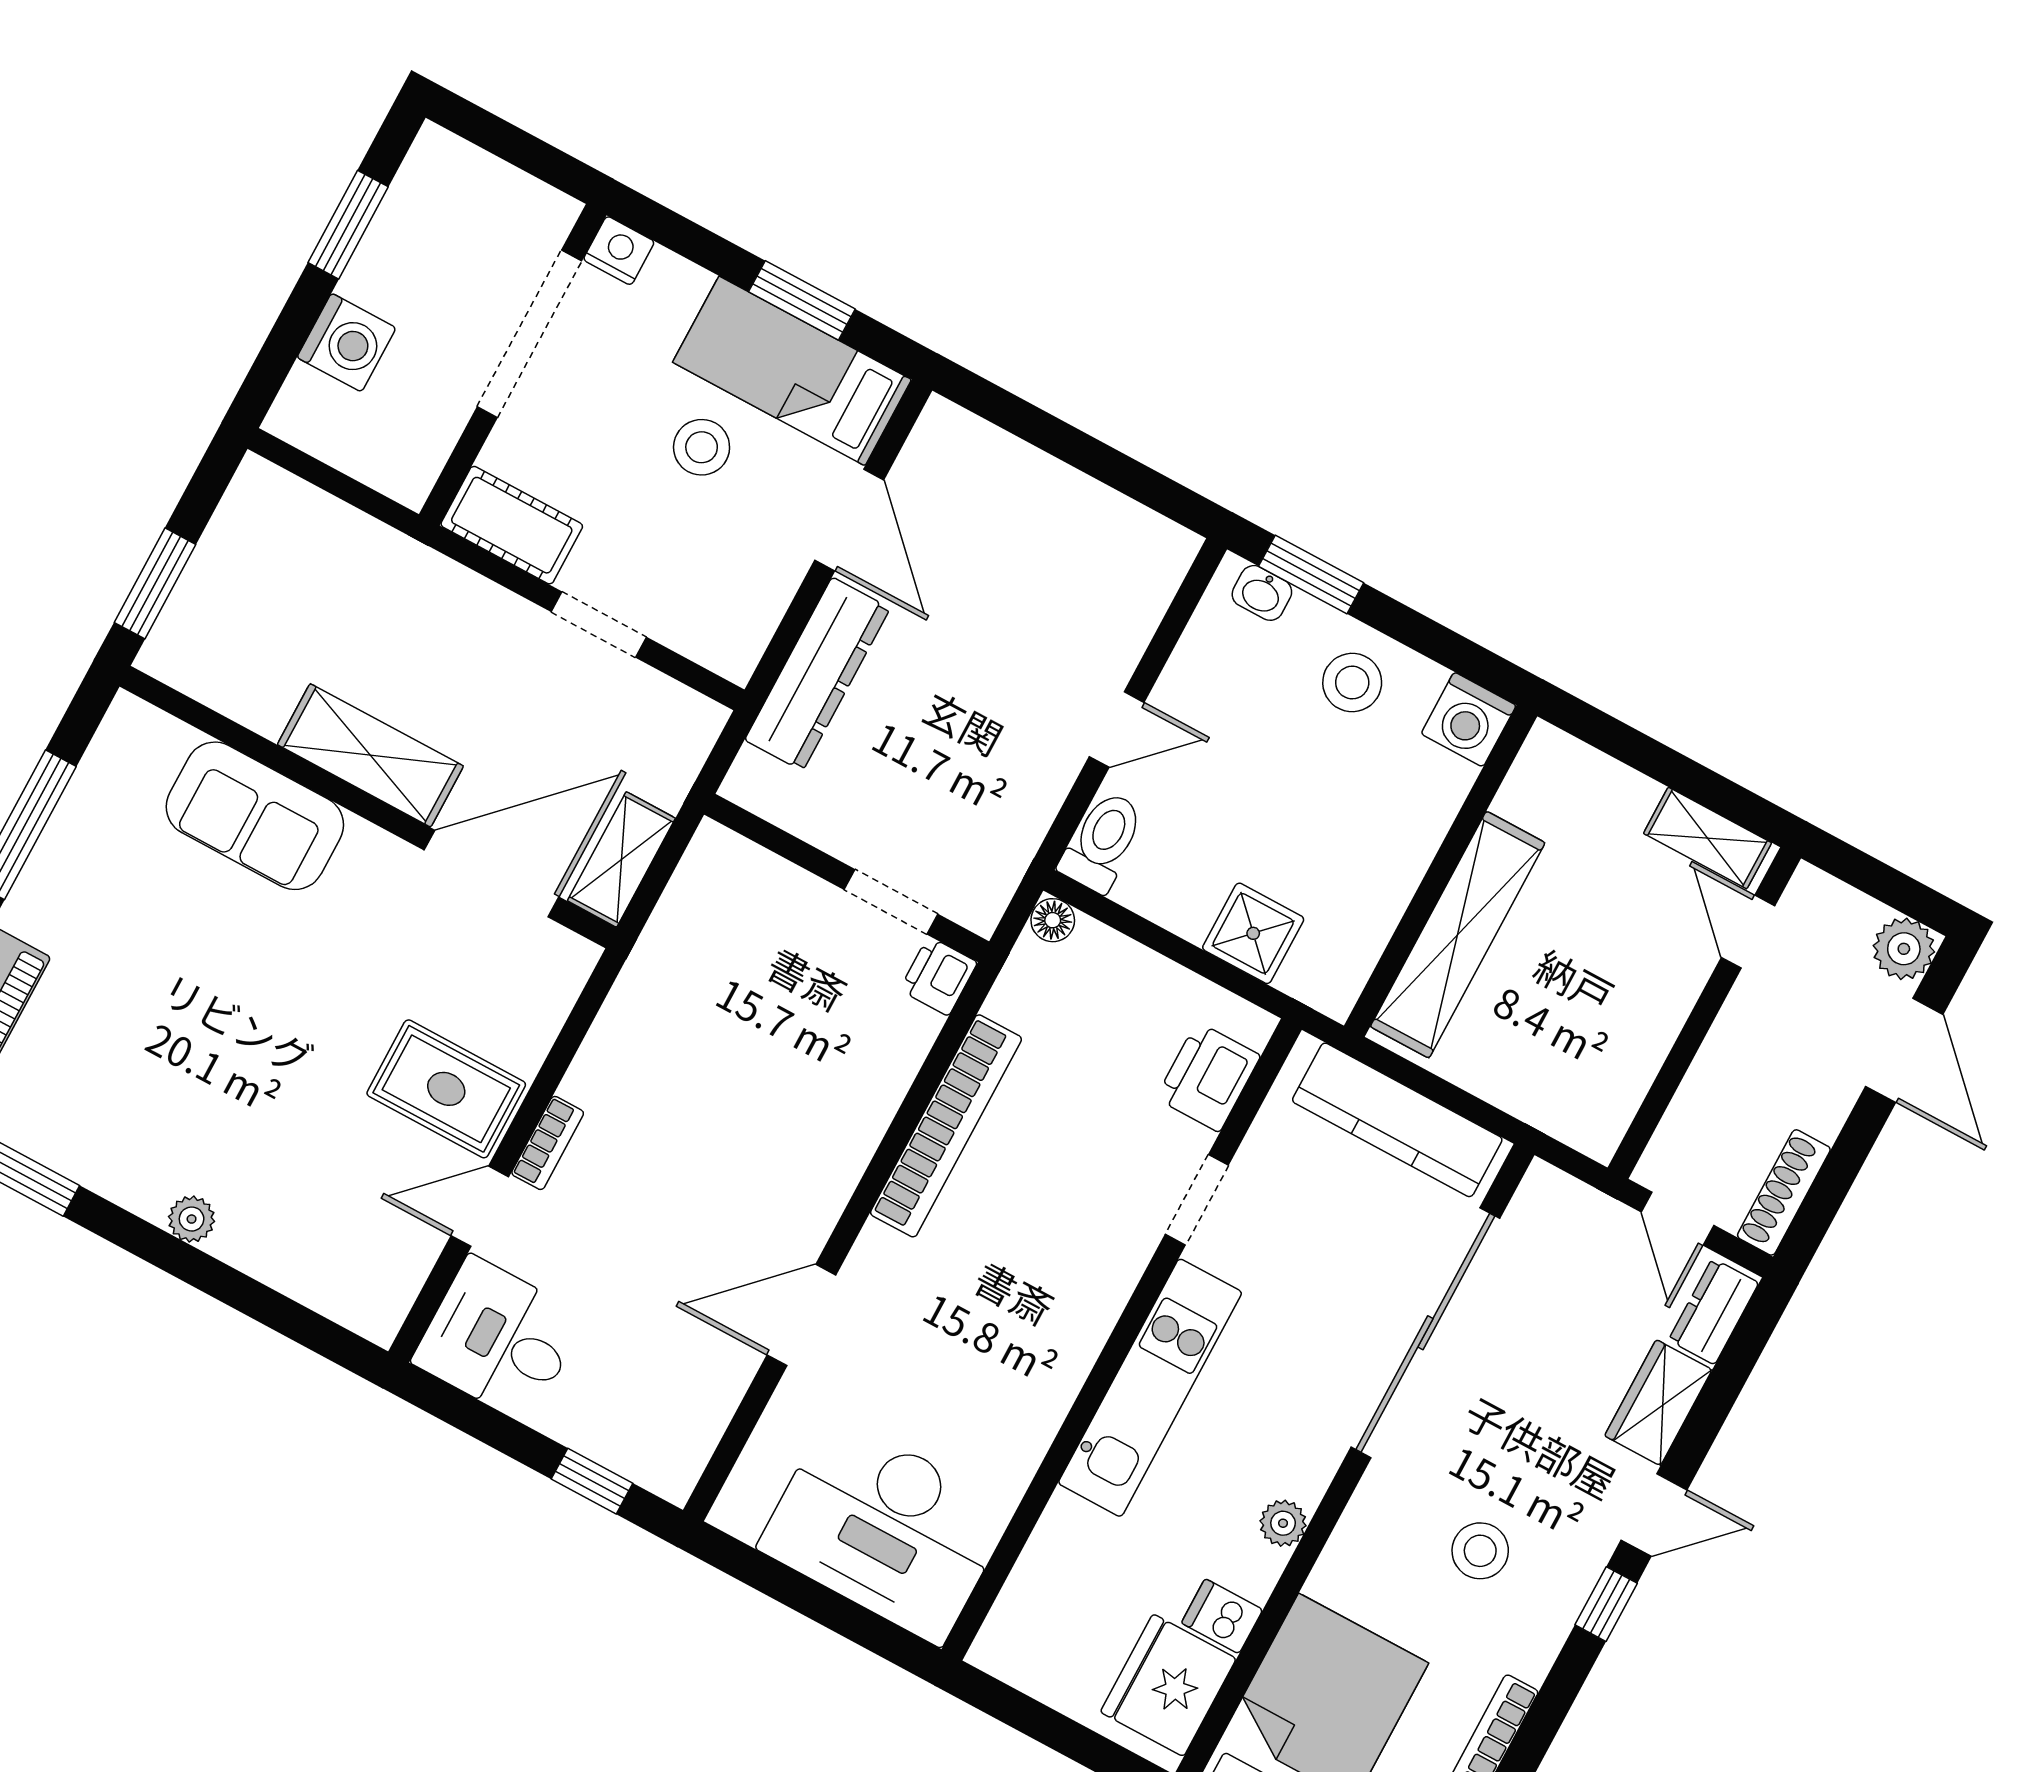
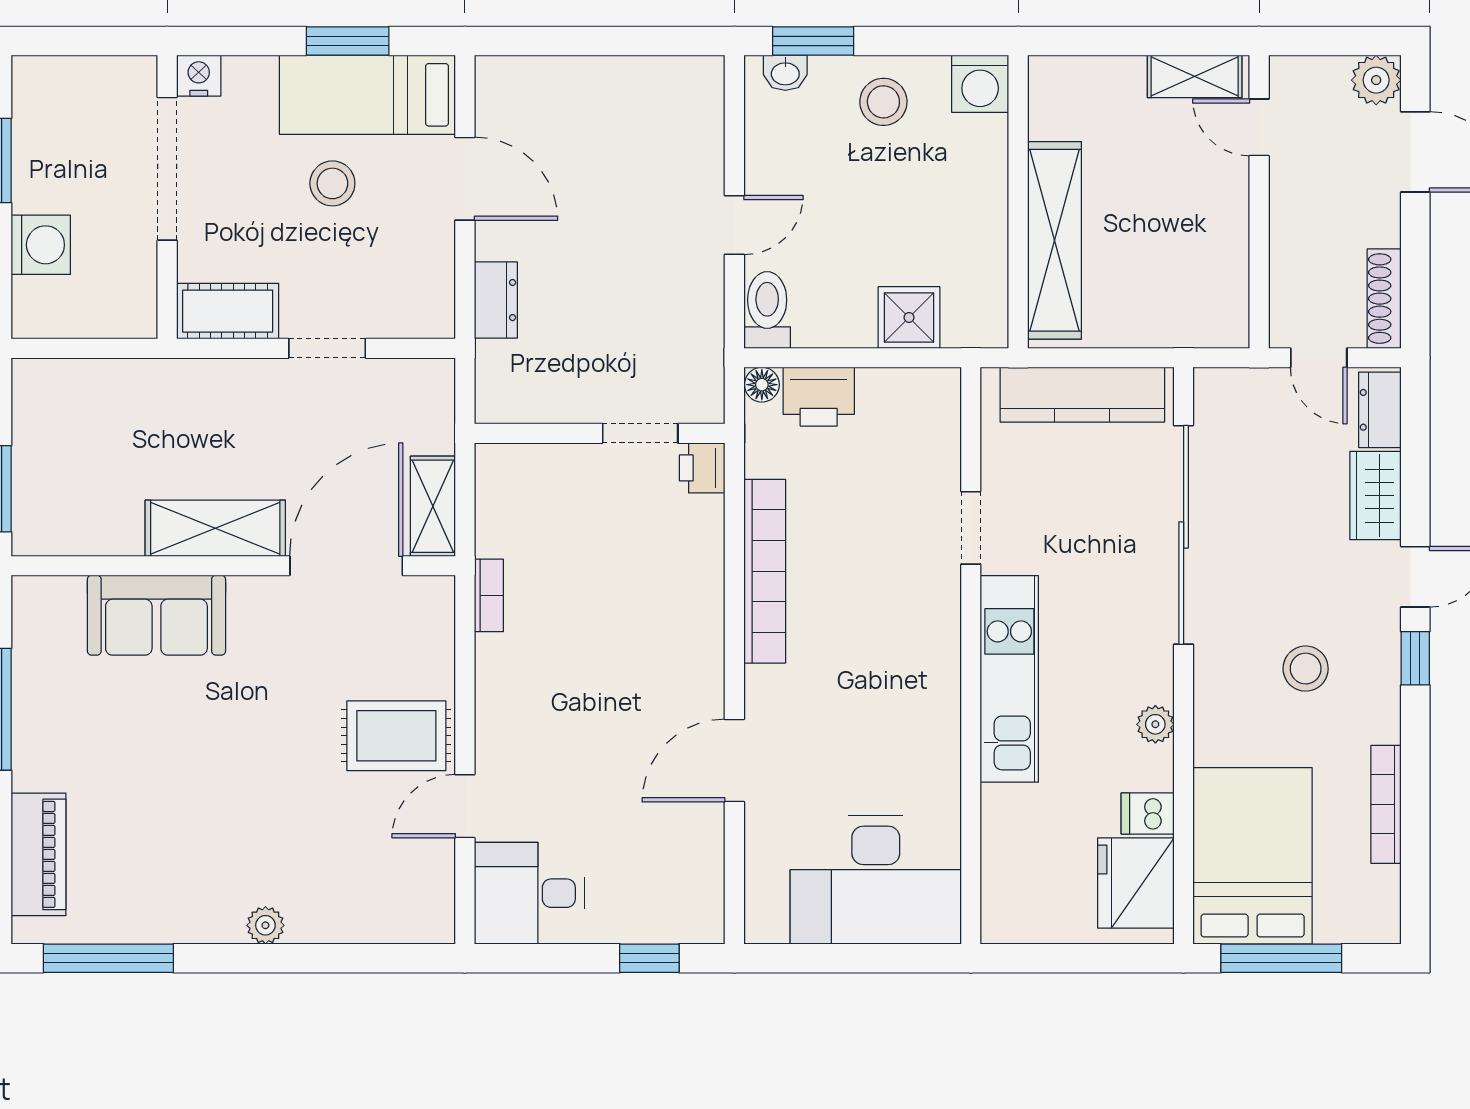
dresser: (817, 674) -> (496, 300), width x0.51, depth x0.80
printer: (1208, 1077) -> (819, 397), moved, turned -90
bookcase: (548, 1143) -> (489, 595), moved

